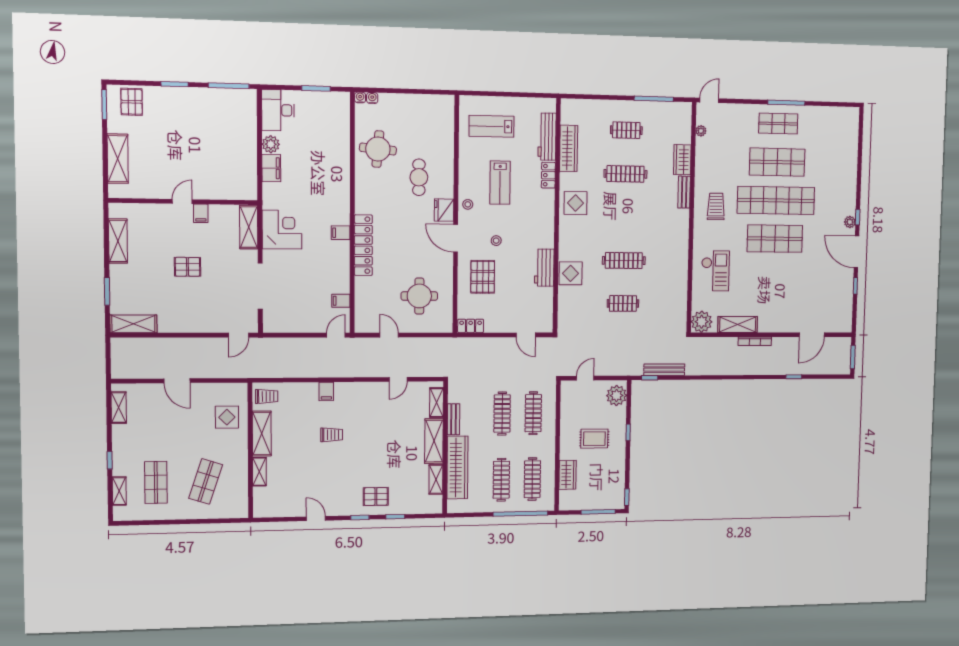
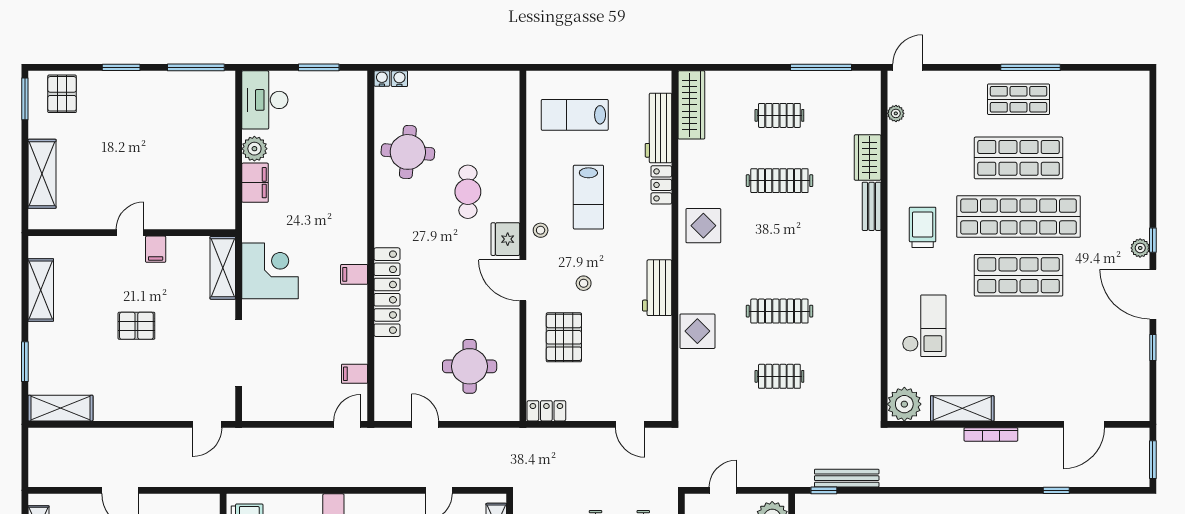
wardrobe: (569, 148) -> (691, 105), moved
workbench: (544, 268) -> (657, 288), moved

